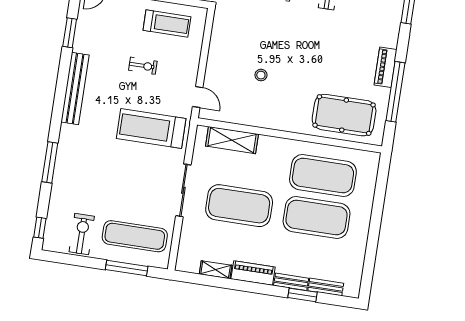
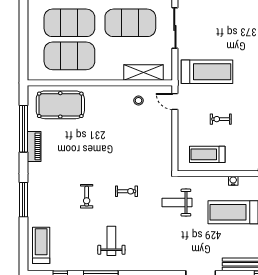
stool: (261, 75) -> (139, 101), moved

